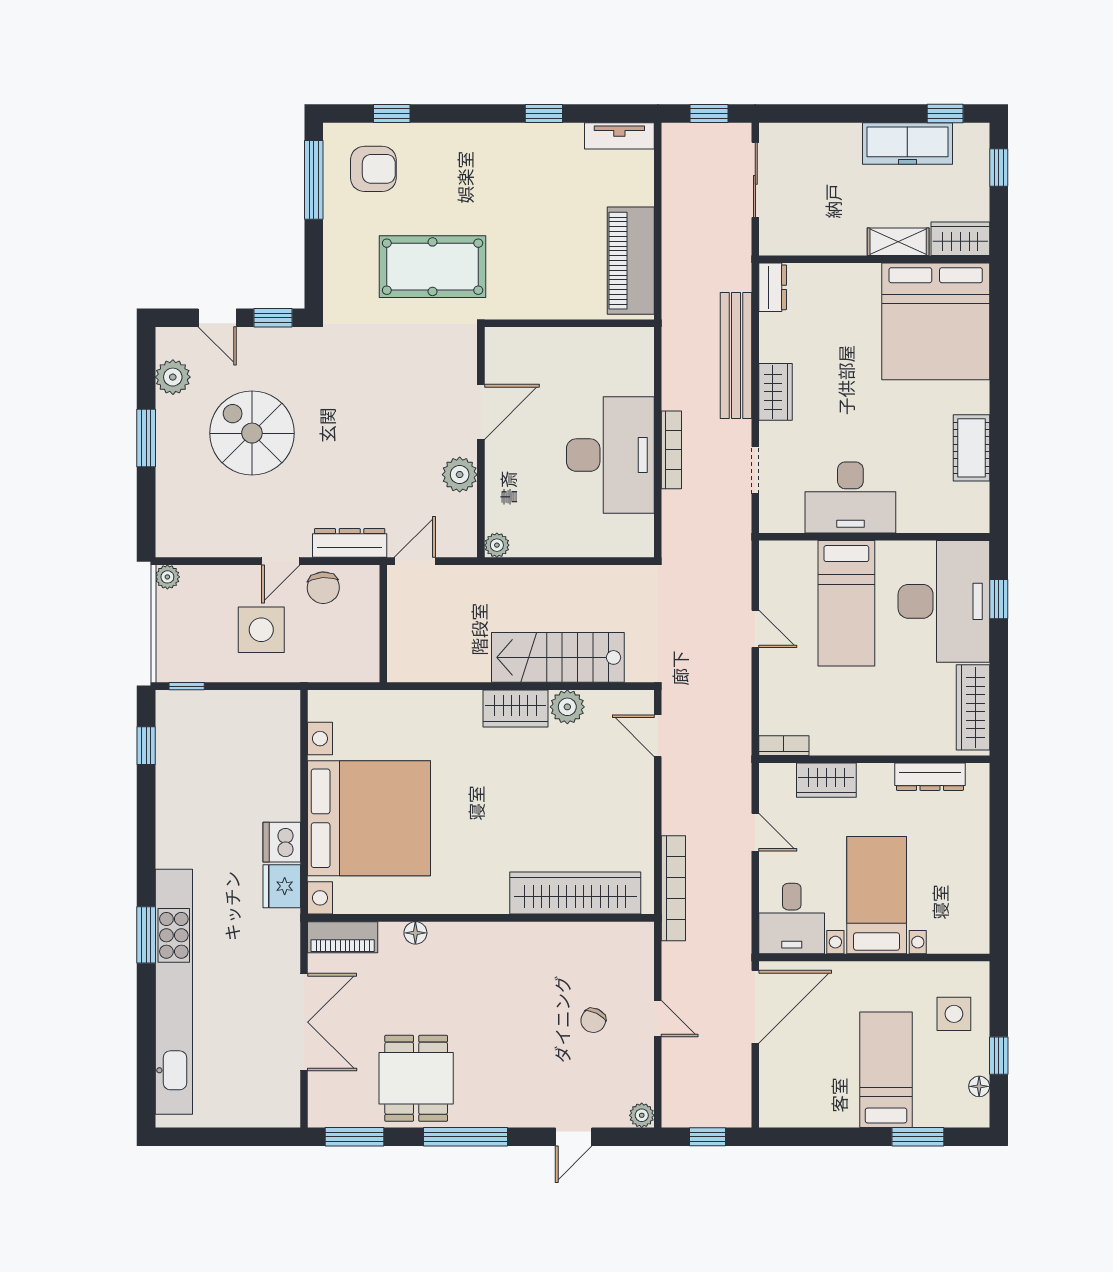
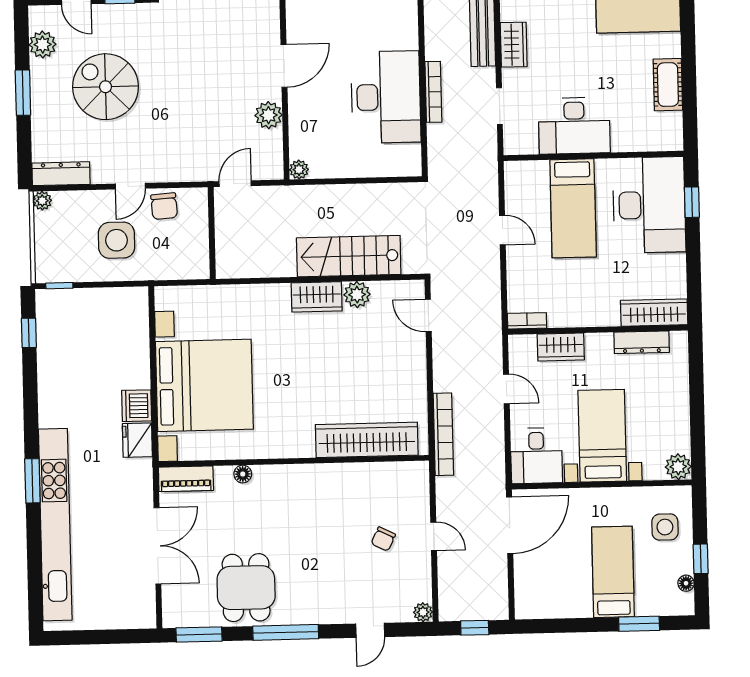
dresser: (350, 543) -> (61, 174), moved
wardrobe: (973, 707) -> (654, 313), moved, turned 90
plant: (973, 937) -> (678, 467), added

